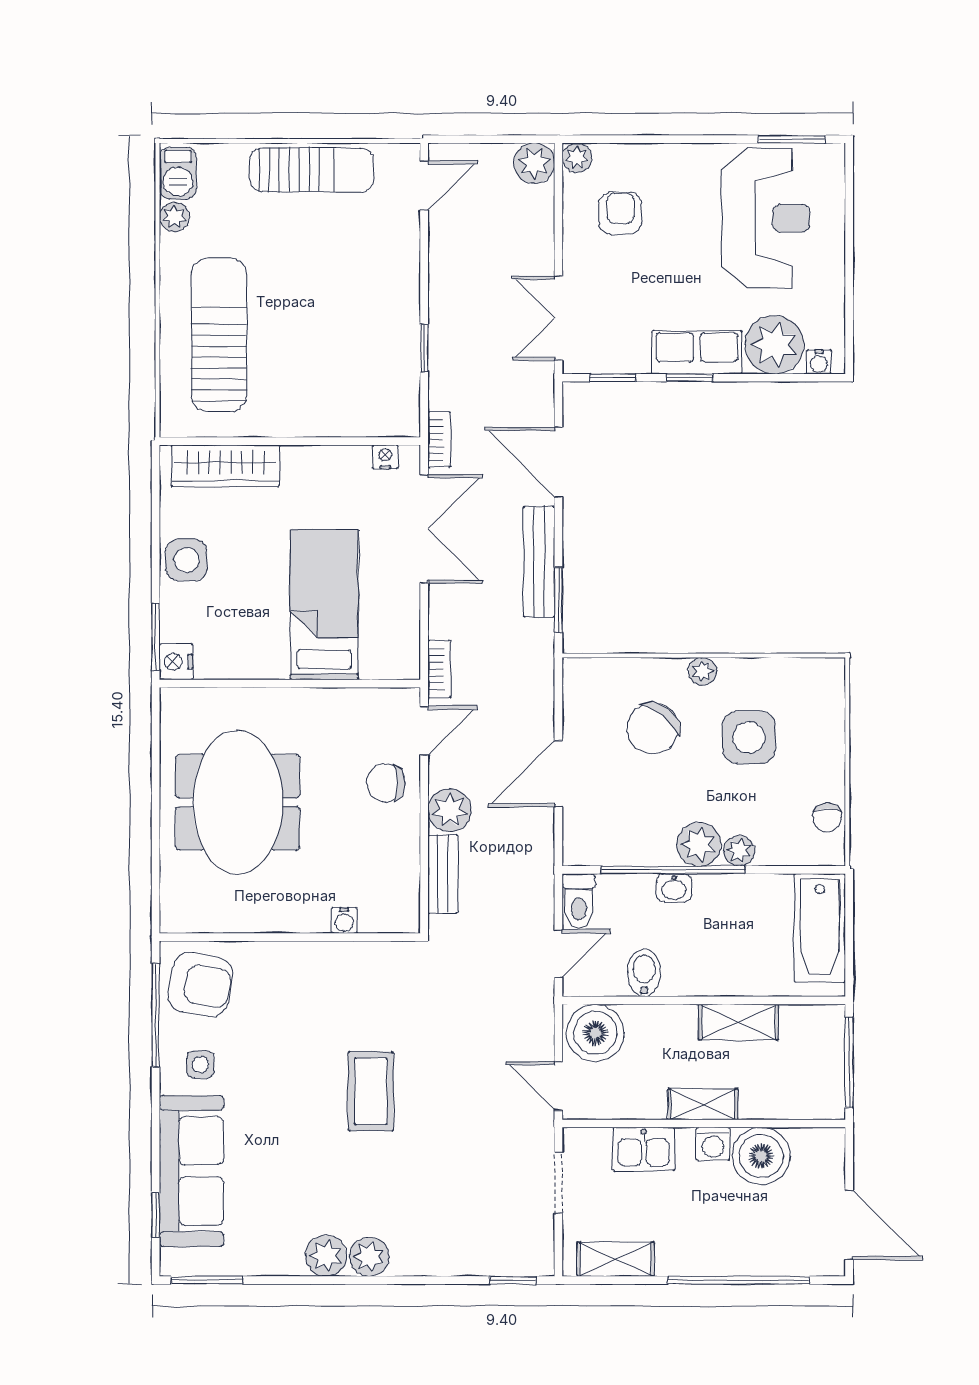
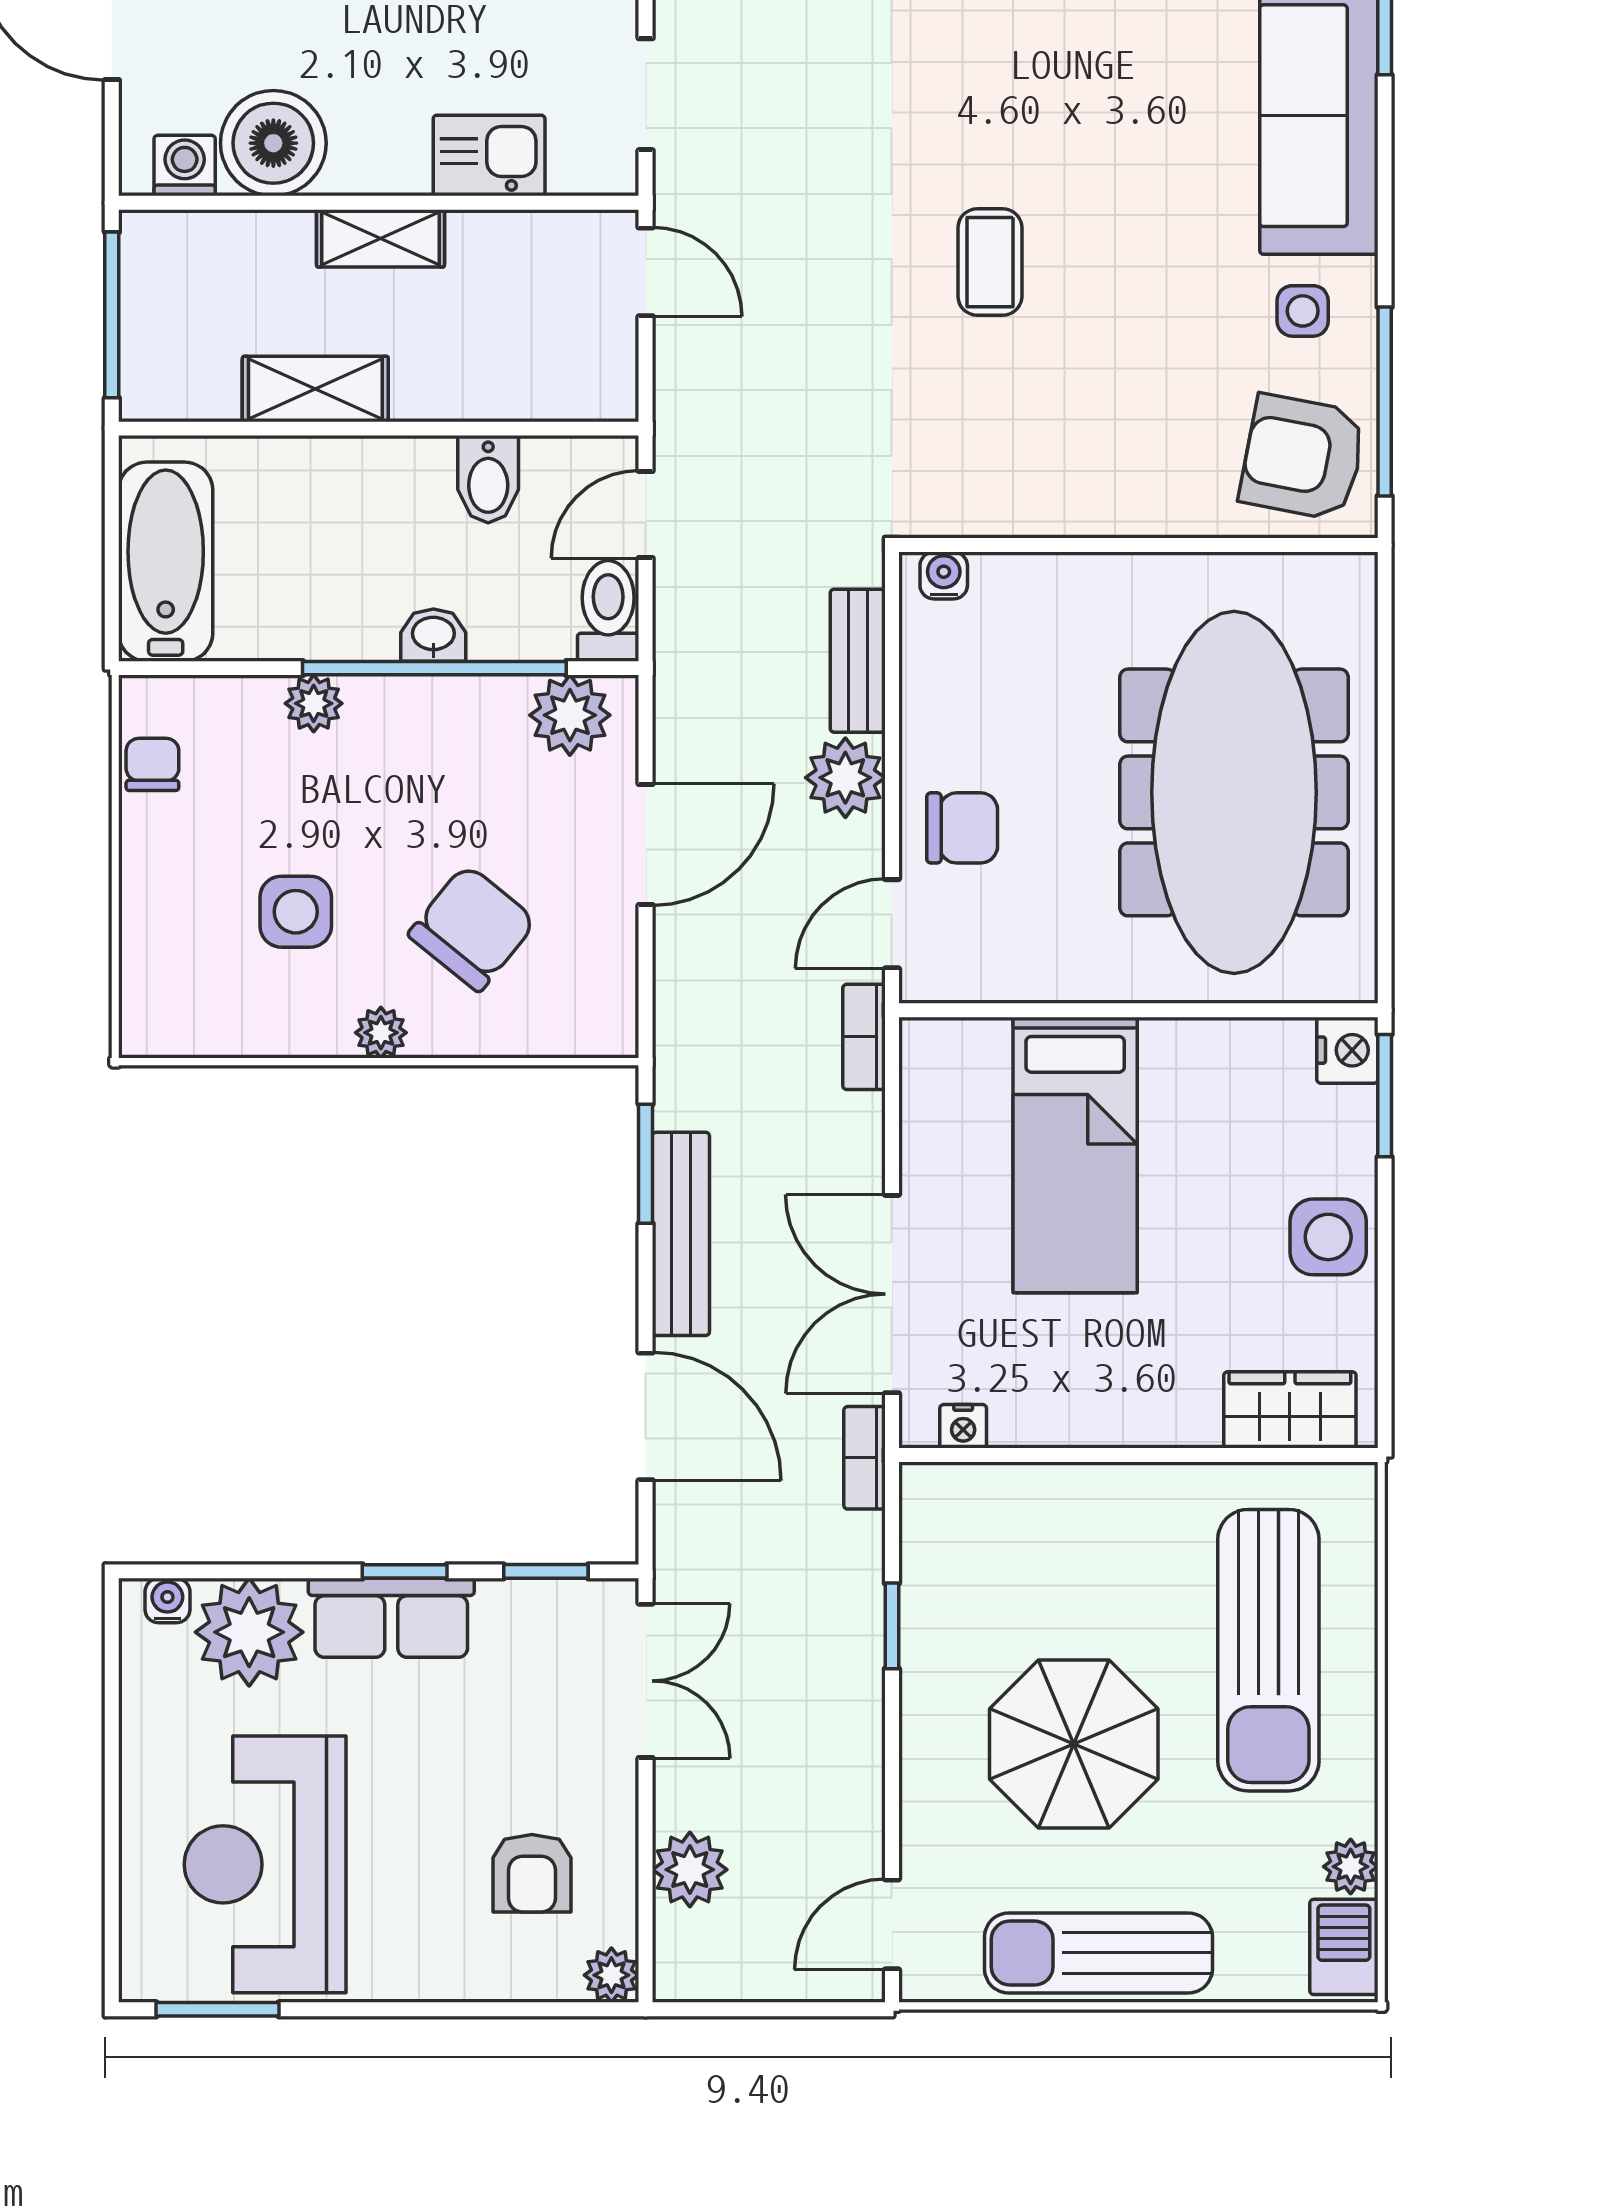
plant: (534, 163) -> (690, 1870), moved
parasol: (325, 284) -> (1074, 1744), added
wardrobe: (225, 466) -> (1290, 1410), width x0.67
side table: (749, 737) -> (296, 912), width x0.73, depth x0.73
meeting table: (238, 802) -> (1234, 792), width x1.36
plant: (699, 844) -> (570, 715), moved
water cooler: (344, 920) -> (944, 575), moved
boiler: (595, 1033) -> (578, 369), removed
coffee table: (371, 1091) -> (990, 262), width x0.73, depth x0.77
washing machine: (713, 1144) -> (185, 166), moved

